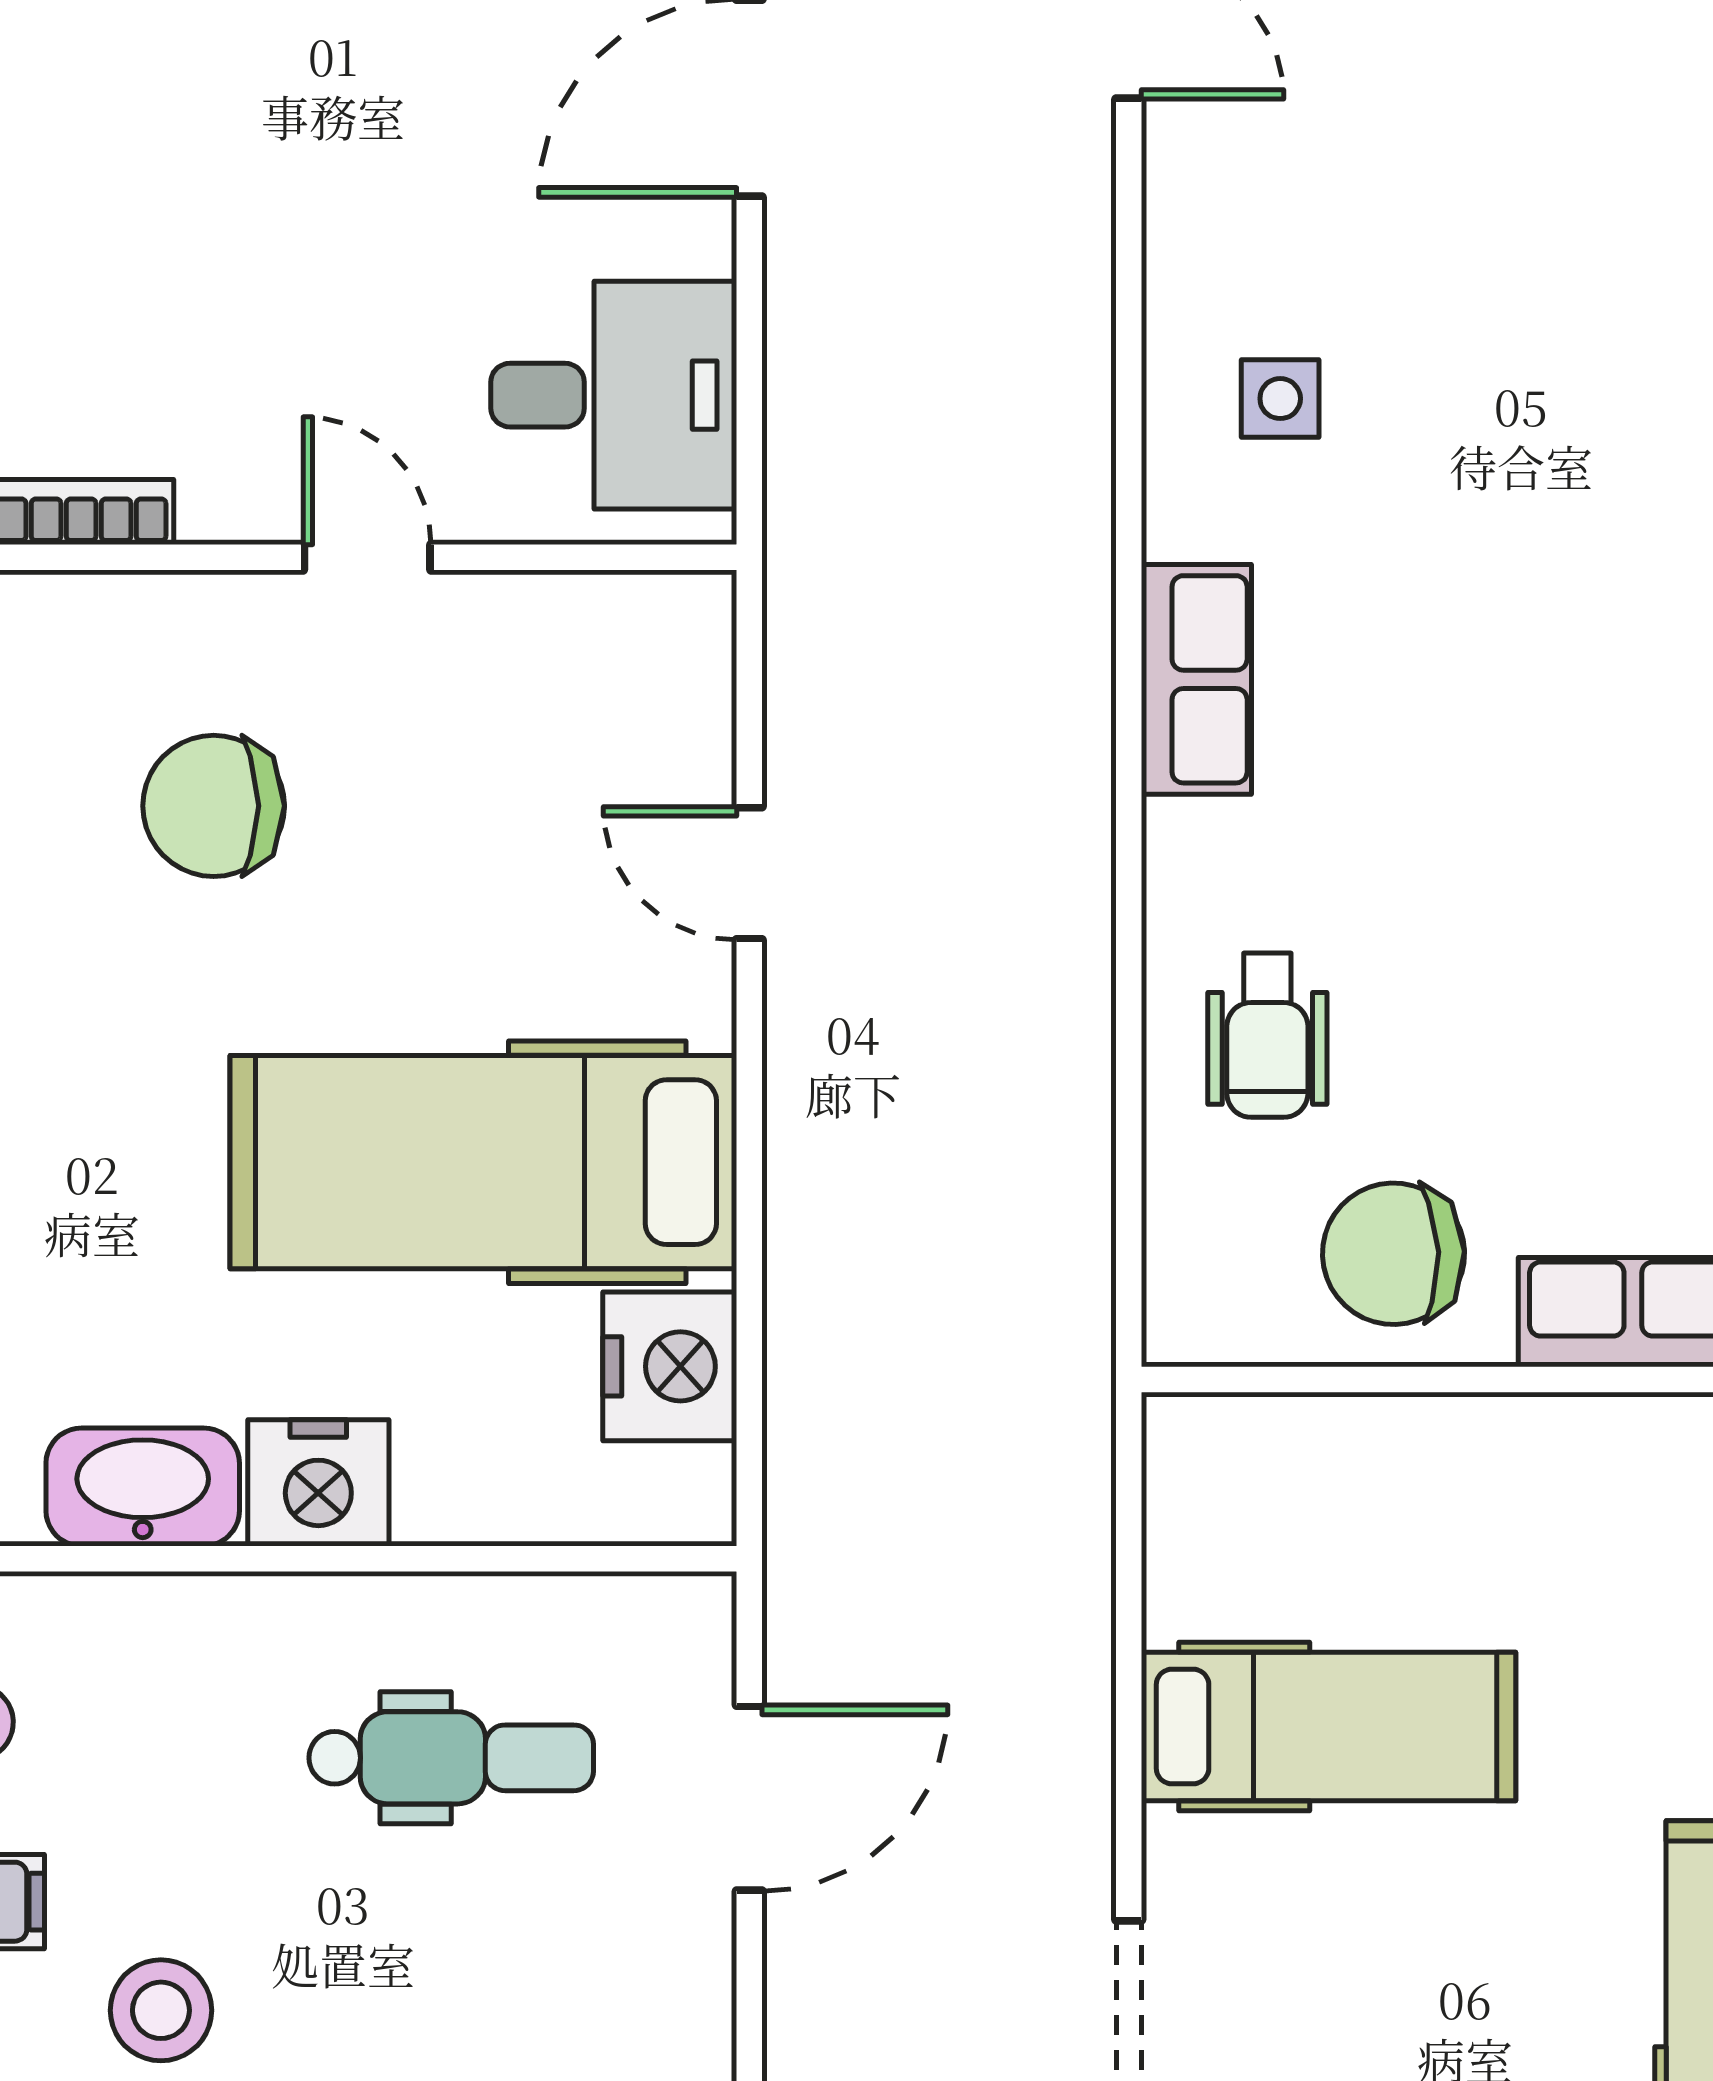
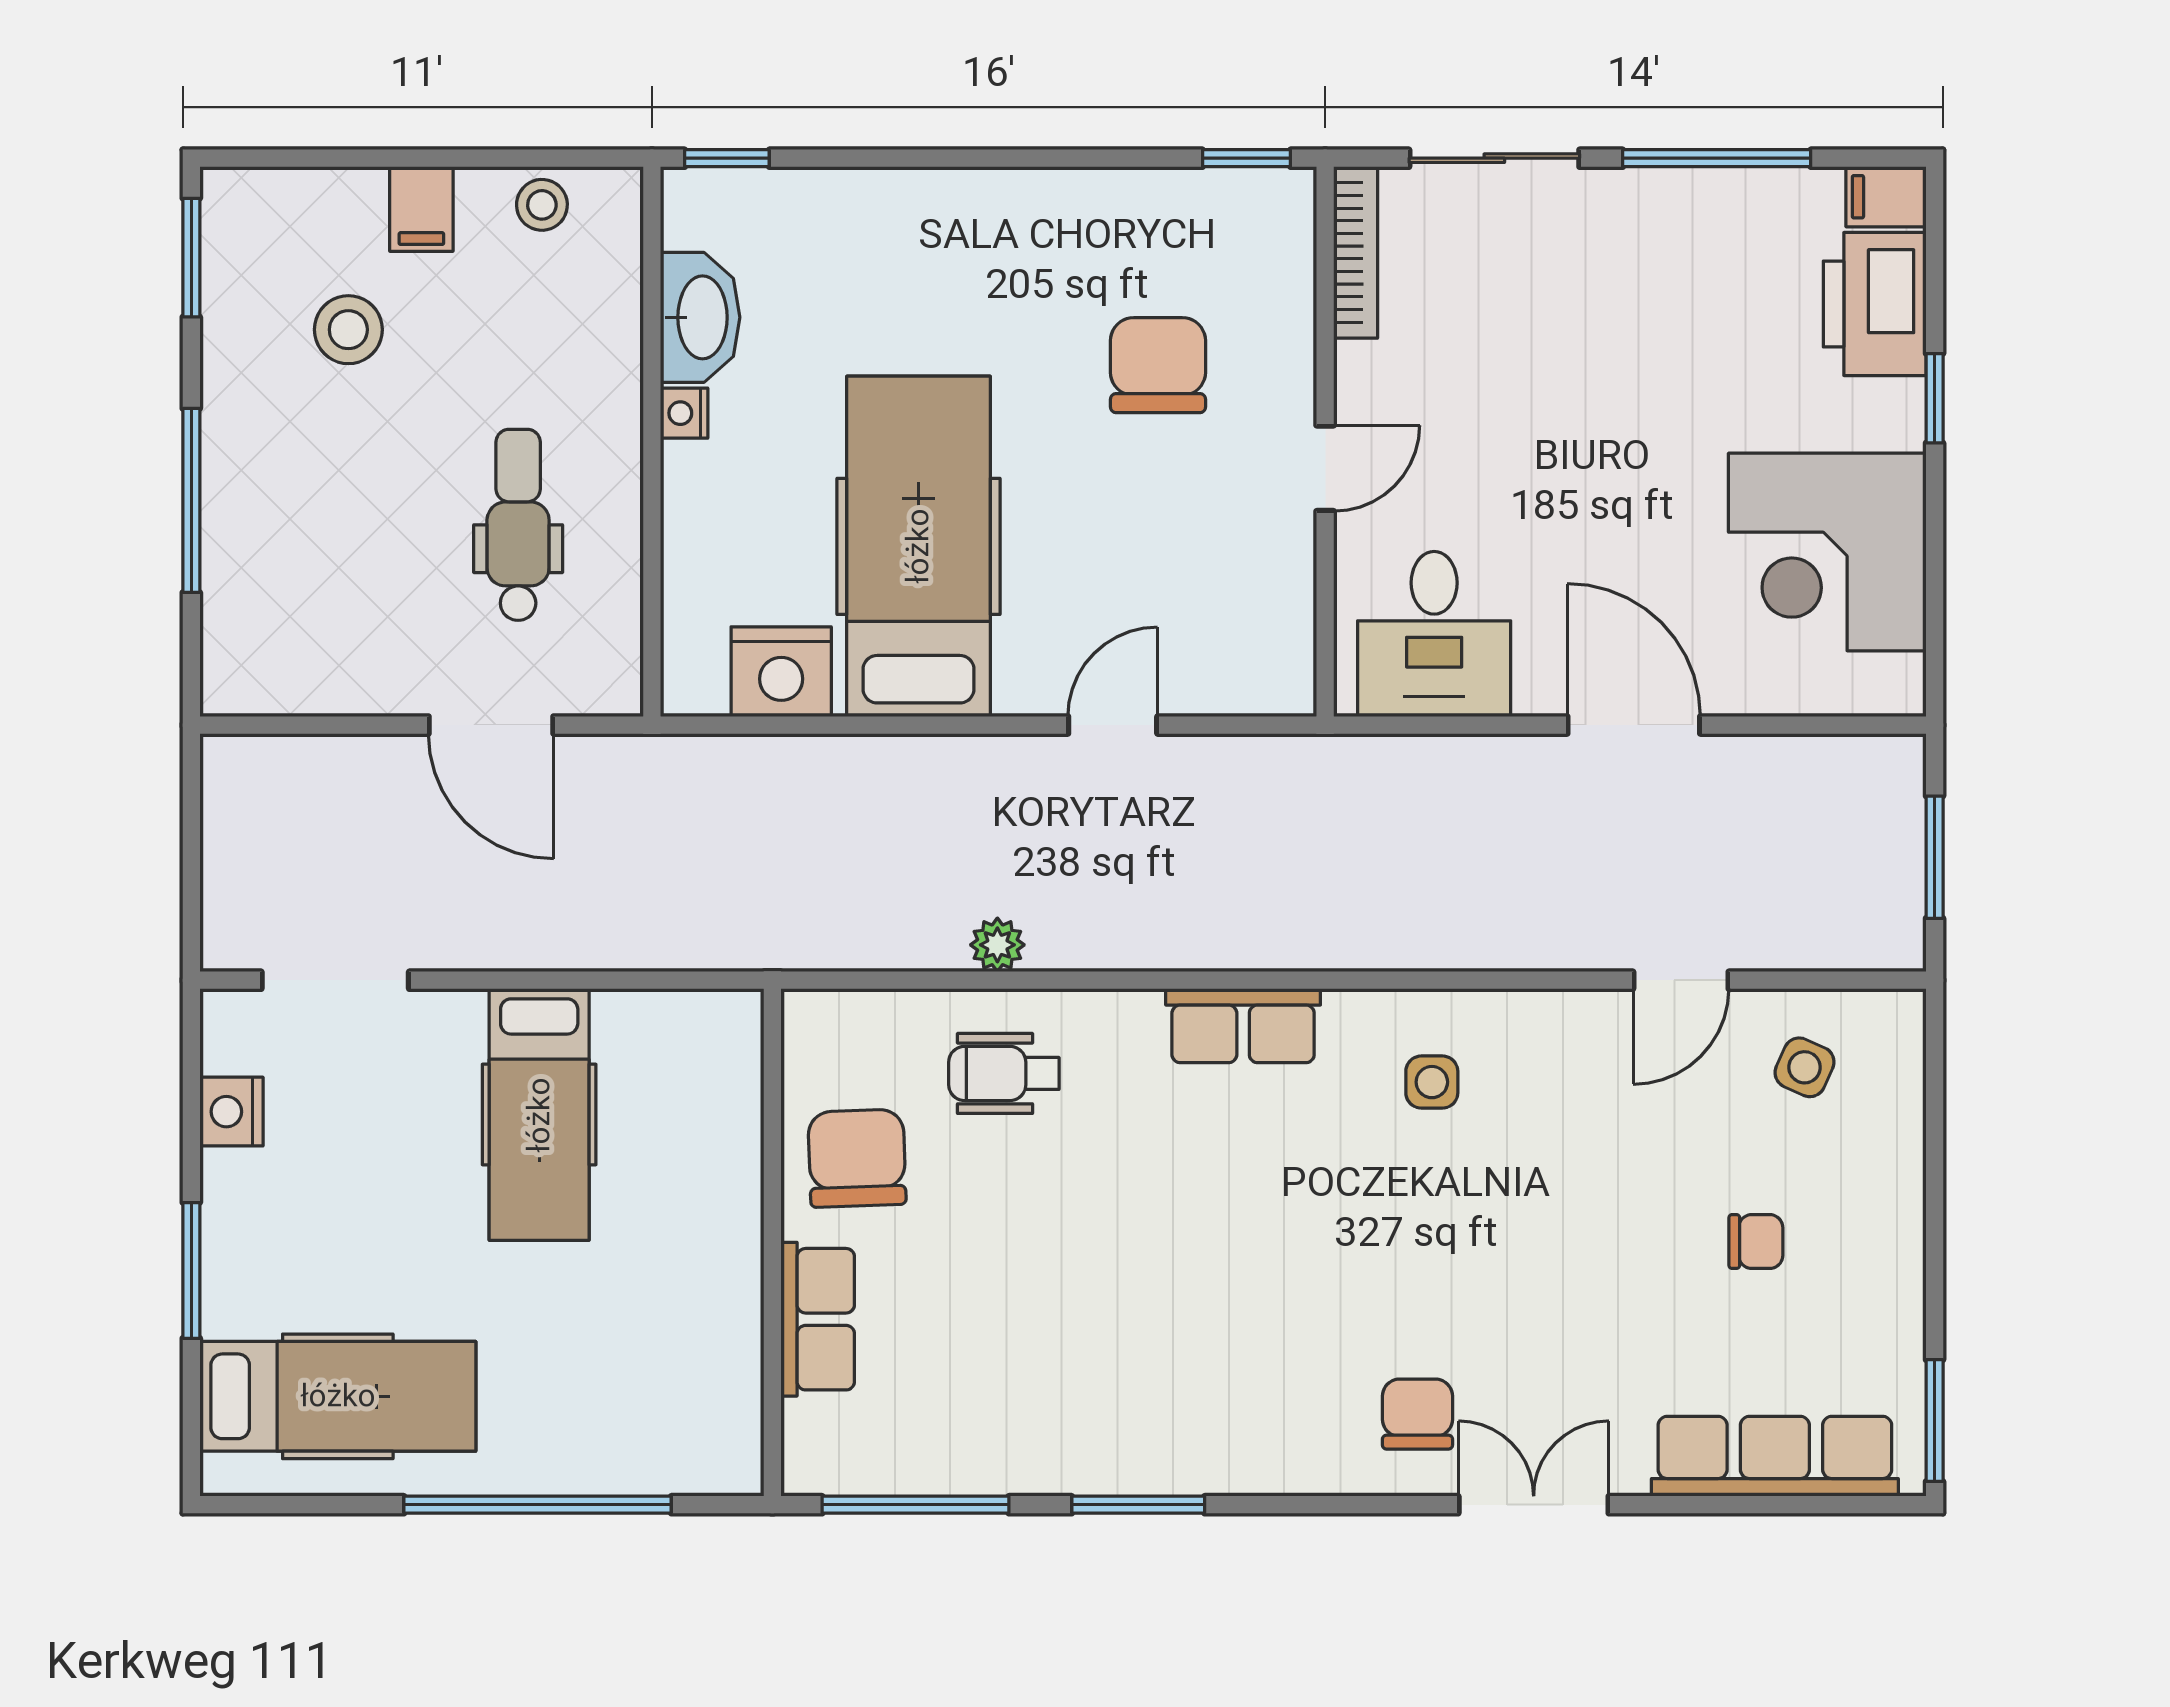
plant: (1076, 1045) -> (997, 945), added
nightstand: (318, 1483) -> (684, 413), width x0.53, depth x0.56
dental chair: (451, 1758) -> (518, 525), turned 180

